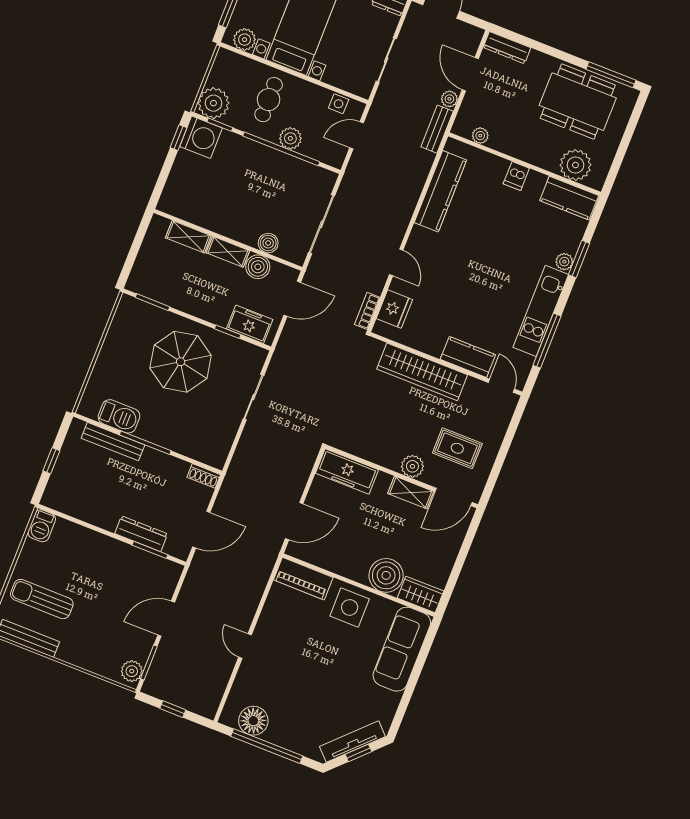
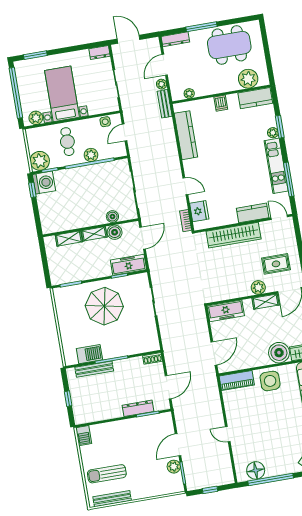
door: (470, 74) -> (165, 65), hinge flipped
window: (611, 75) -> (201, 27), moved
freezer: (250, 324) -> (128, 265), width x1.40
plant: (132, 671) -> (174, 467), moved

